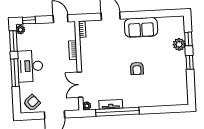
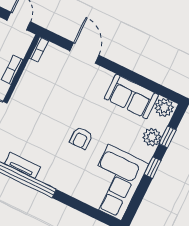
plant: (177, 23) -> (164, 108), added
sofa: (141, 27) -> (131, 97), moved
corner sofa: (172, 84) -> (115, 182), added

